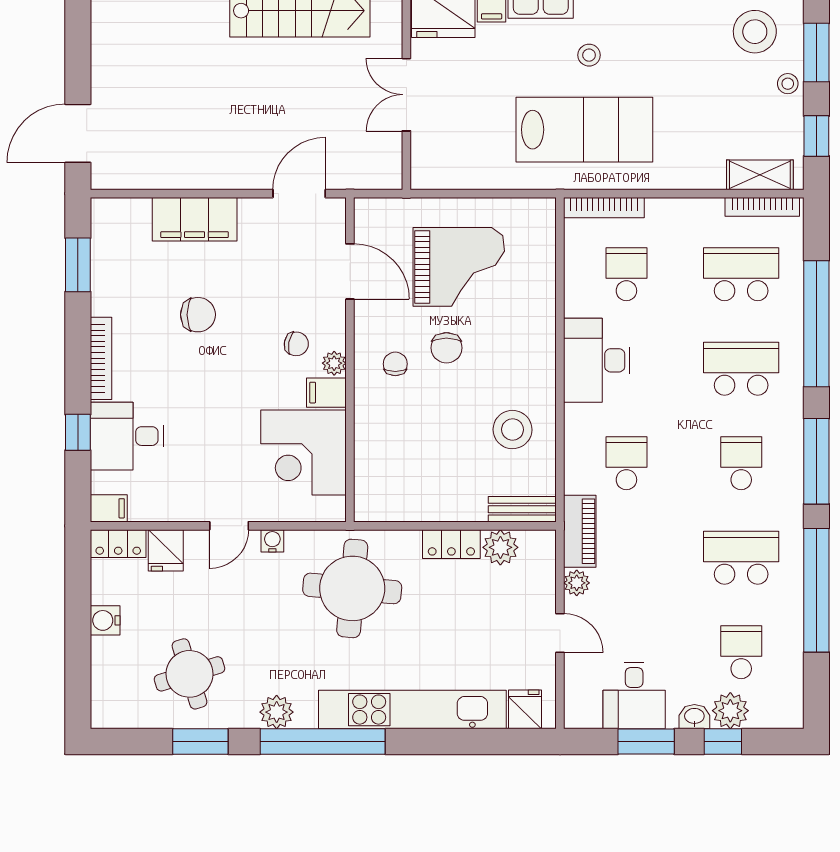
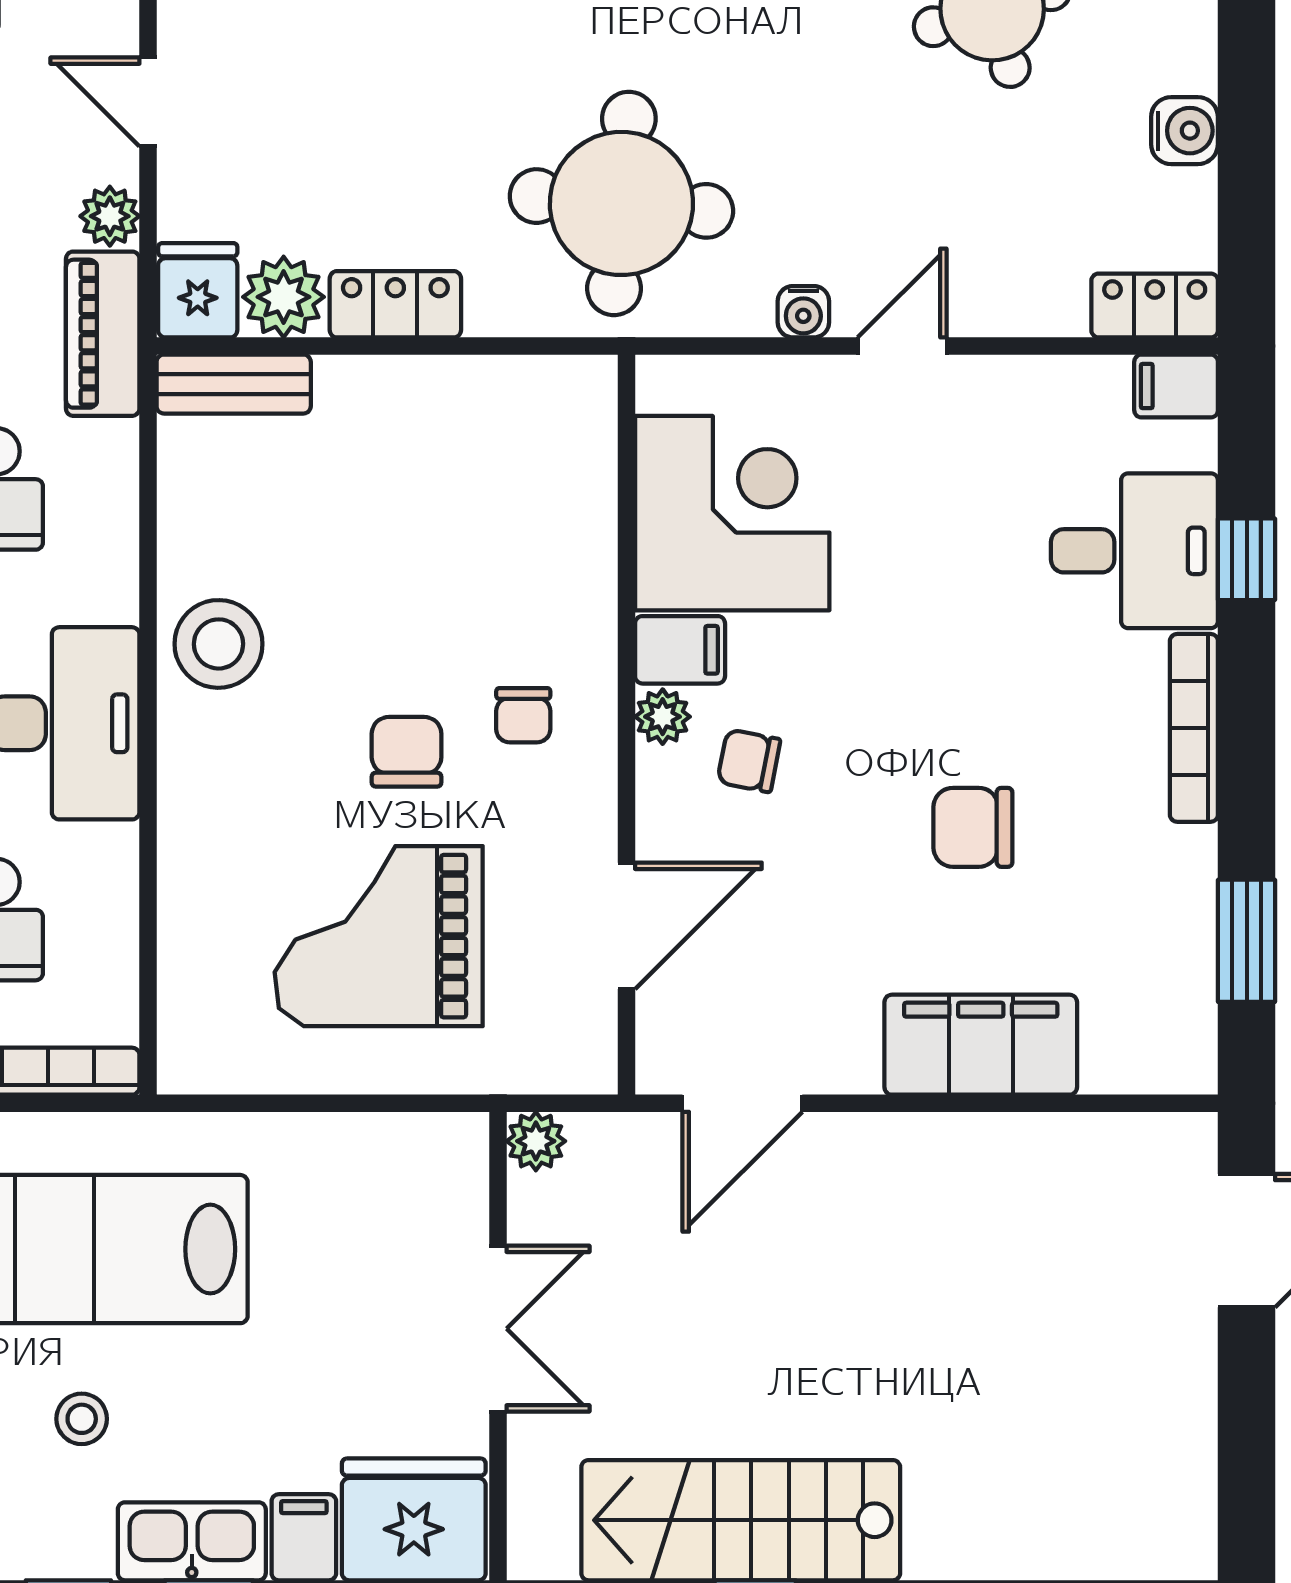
plant: (390, 177) -> (536, 1141), added
door: (350, 271) -> (627, 926), swing flipped
stool: (513, 430) -> (219, 644), moved
fridge: (166, 550) -> (198, 290), moved

